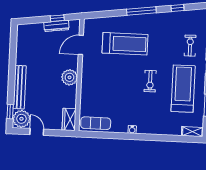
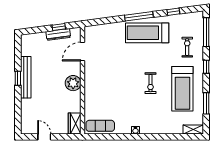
treadmill: (125, 44) -> (147, 33), moved, turned 180
bench: (20, 87) -> (26, 77), moved
treadmill: (183, 89) -> (182, 89), turned 180
window: (10, 112) -> (18, 78), moved
plant: (21, 119) -> (29, 125), removed

